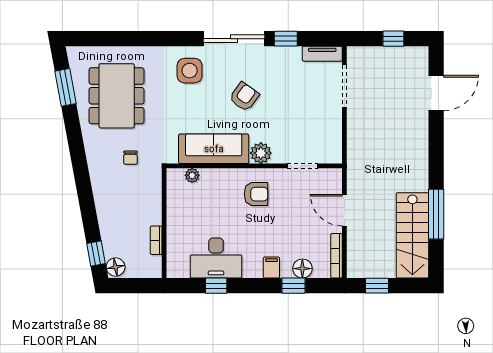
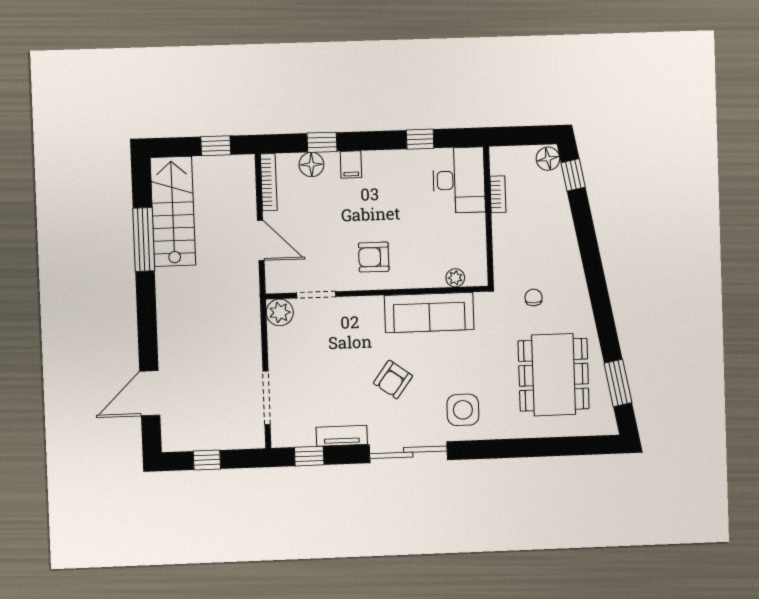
window: (286, 39) -> (309, 456), moved
tv unit: (322, 54) -> (342, 436), moved
plant: (261, 153) -> (280, 312), moved
desk: (216, 258) -> (459, 180), moved, turned 90

